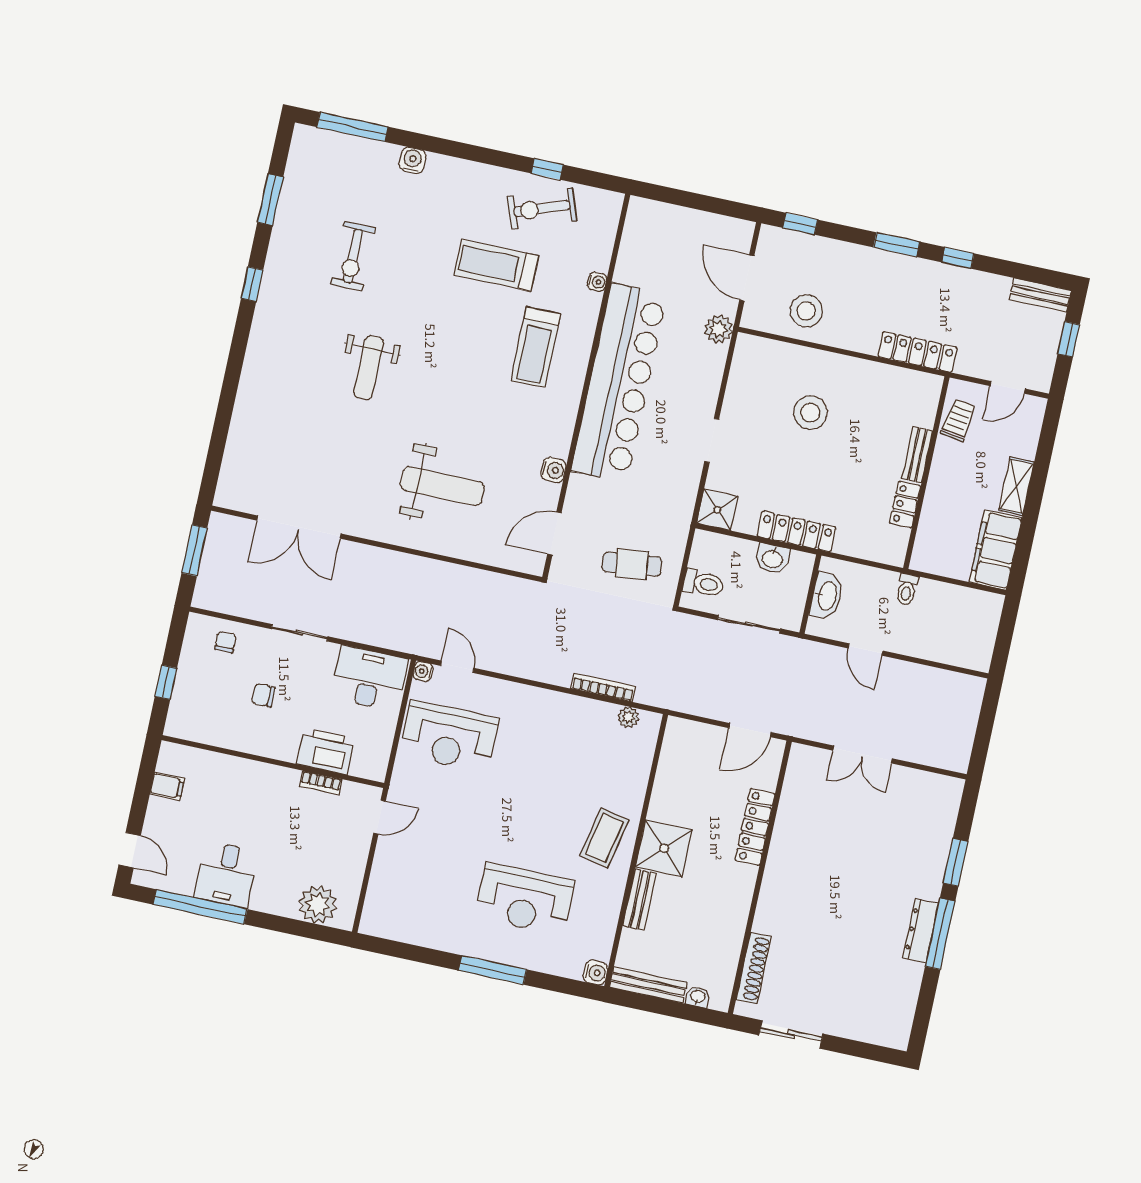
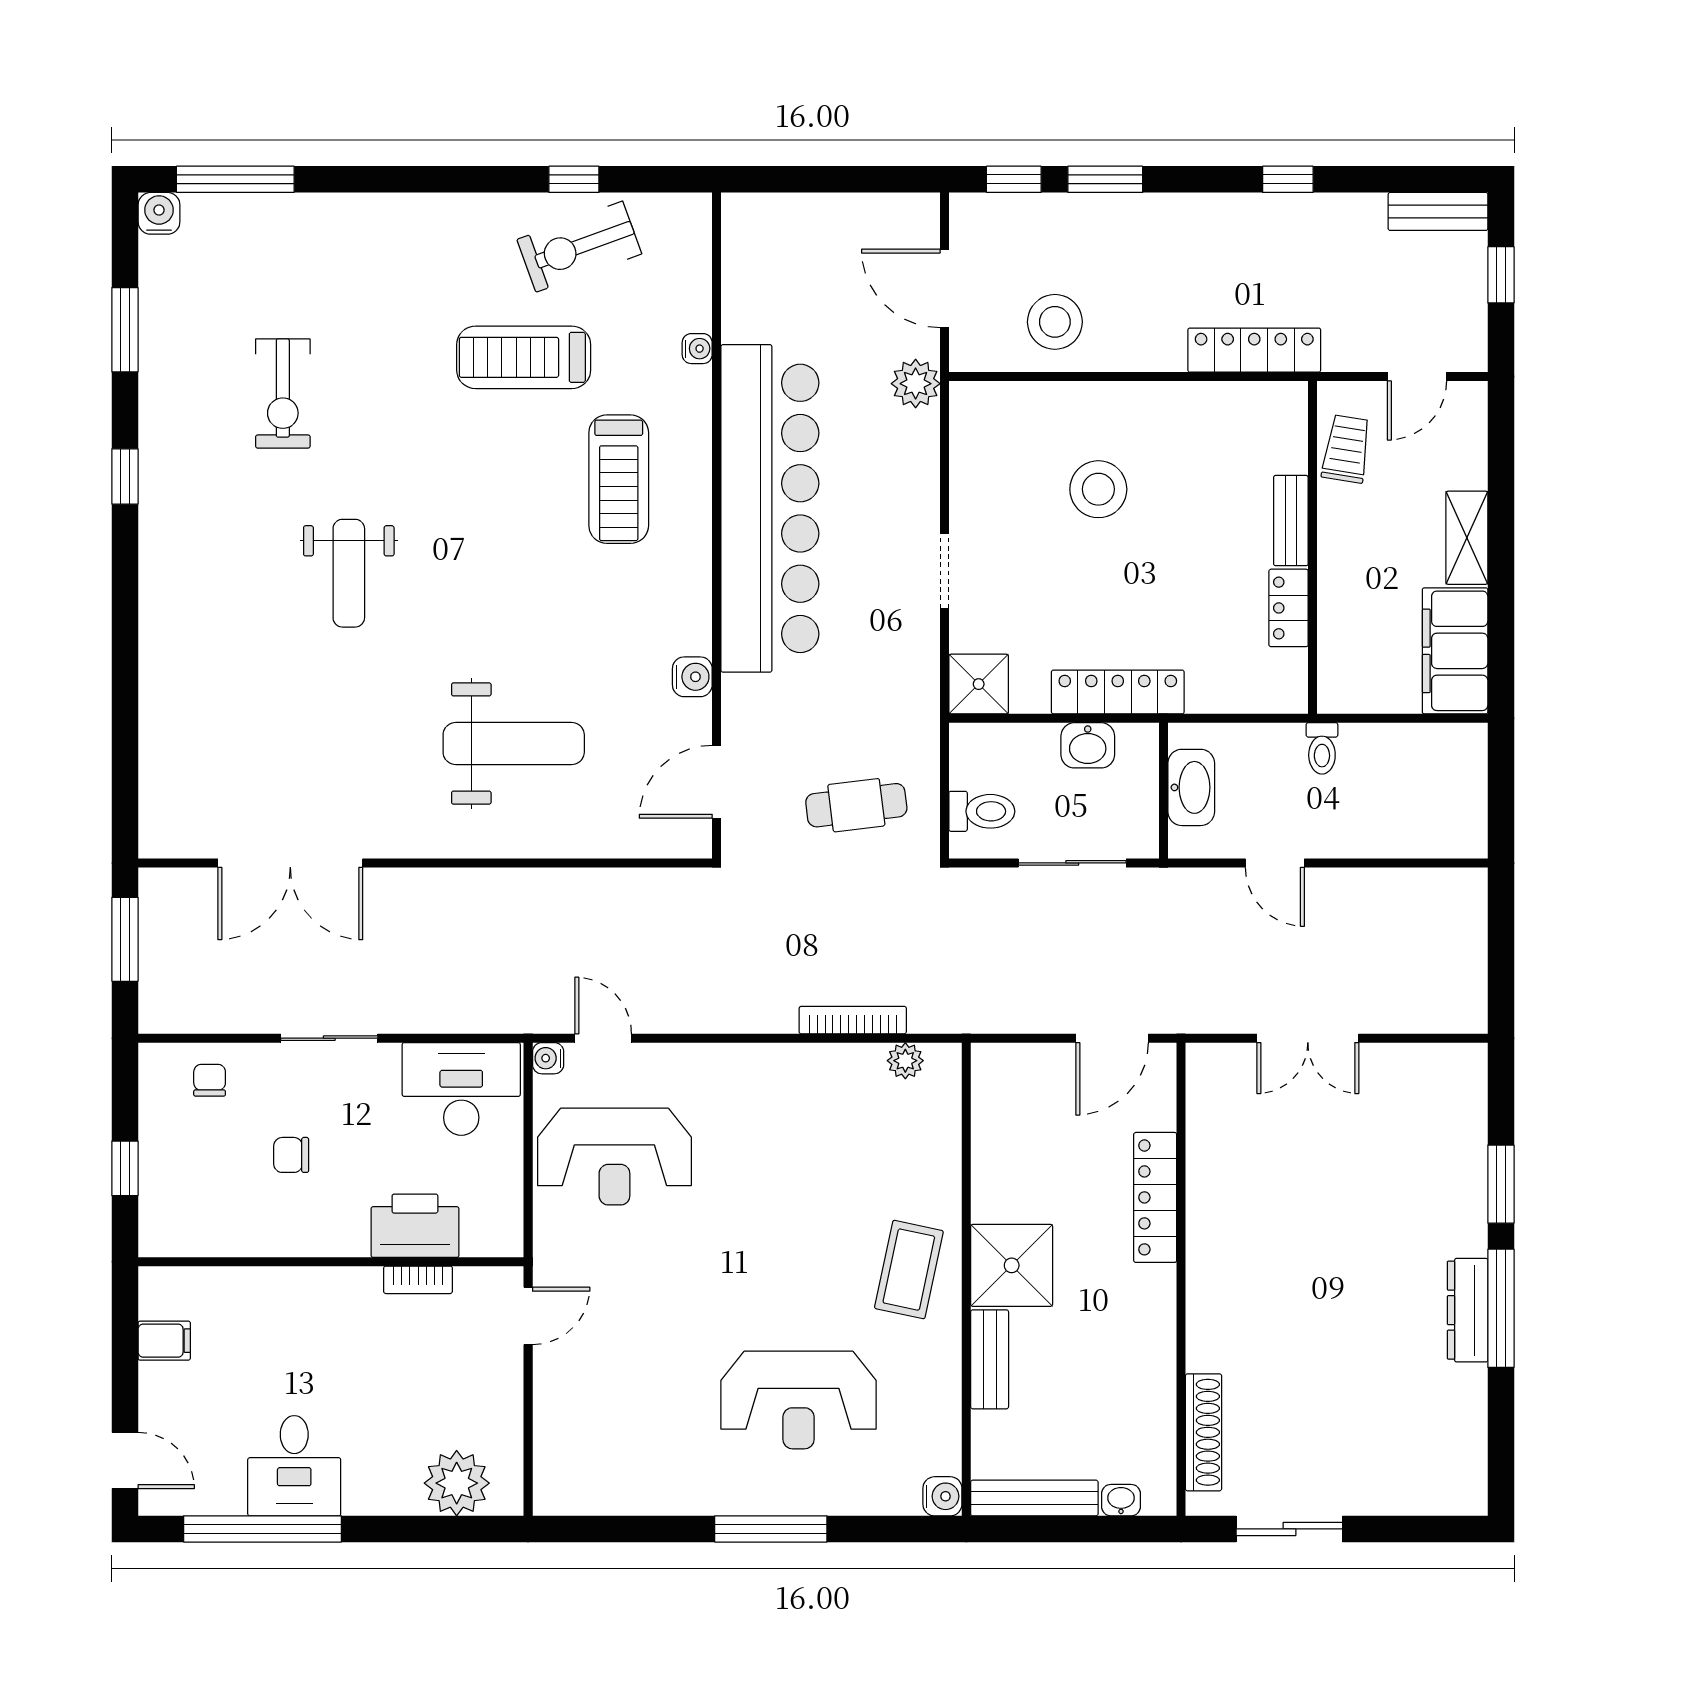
water cooler: (412, 160) -> (159, 213), moved
window: (897, 245) -> (1105, 179), moved

